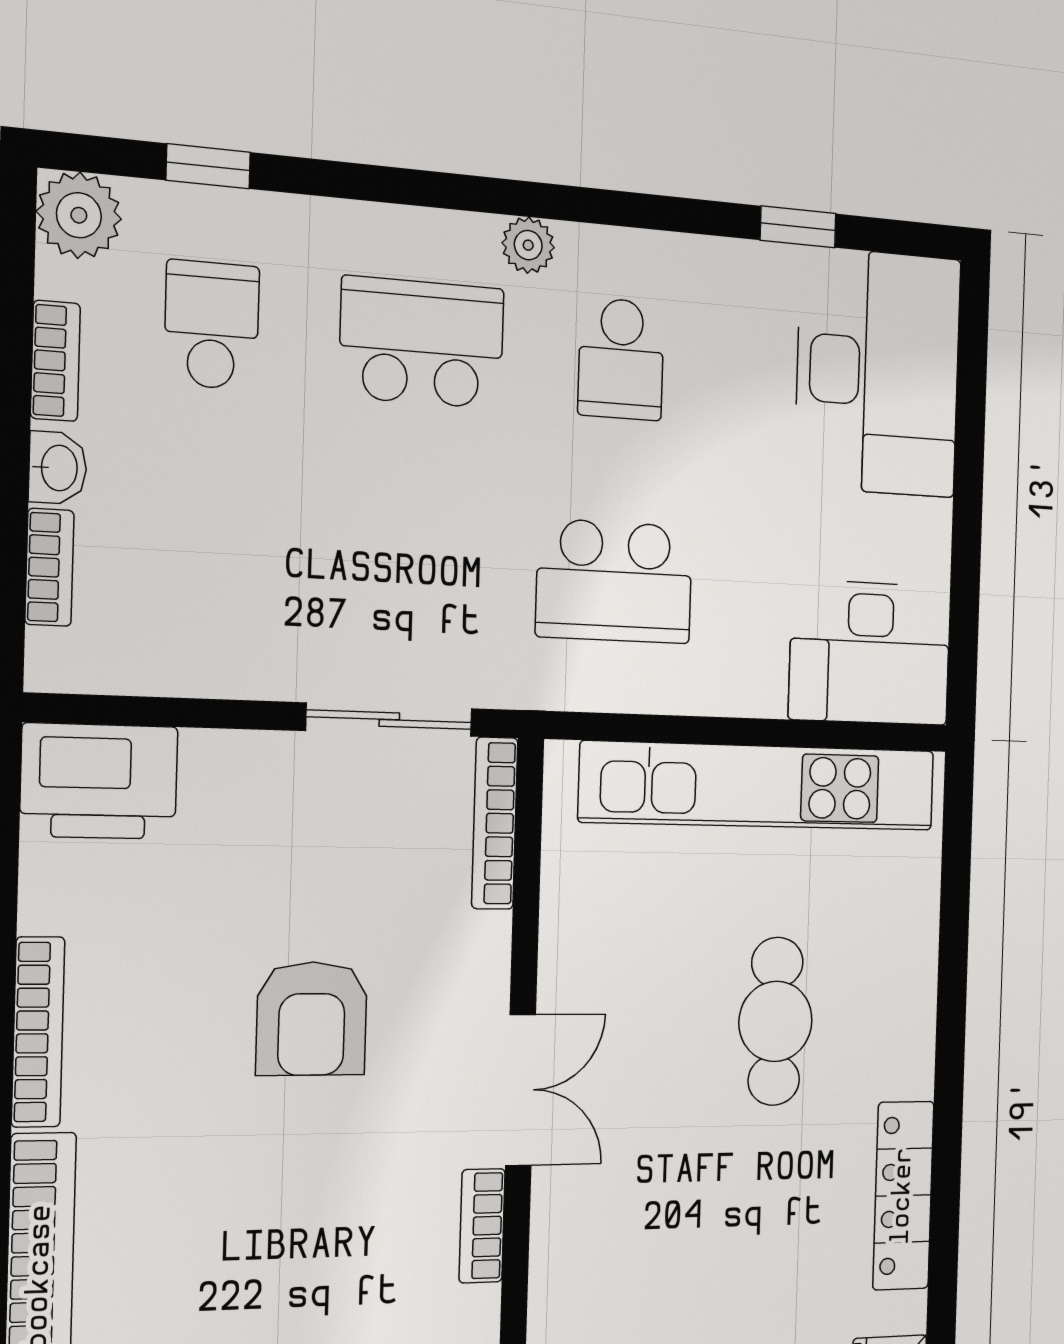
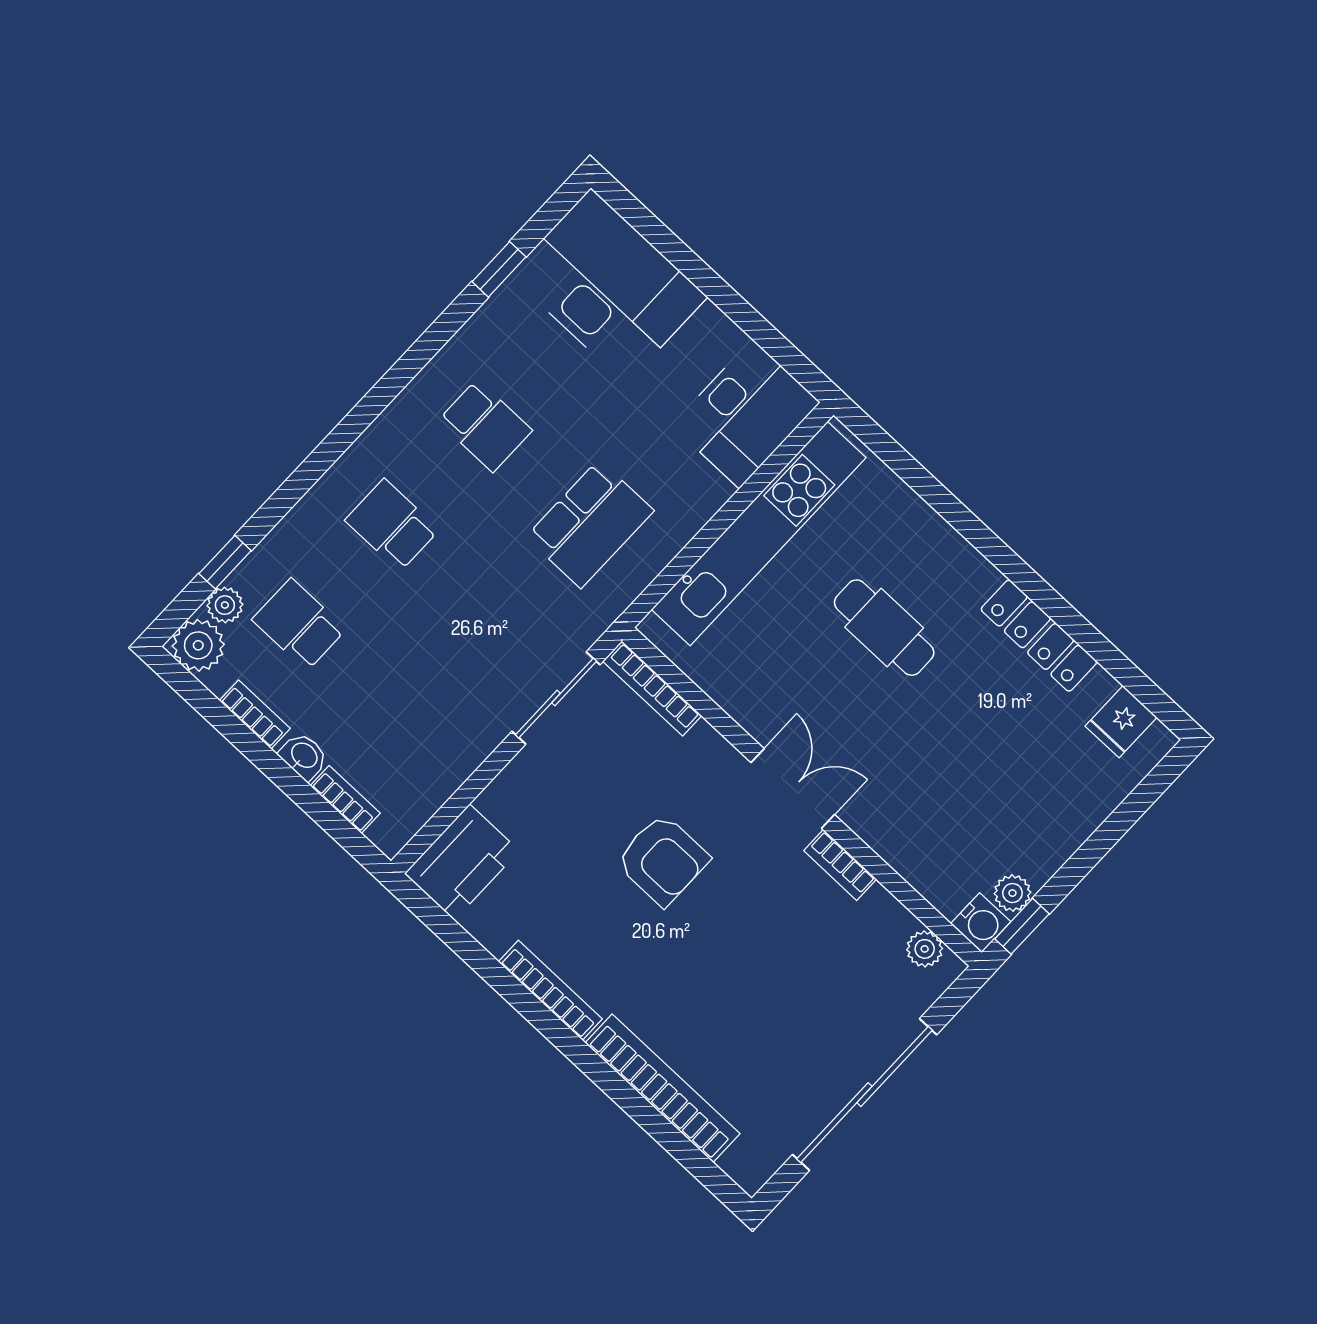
plant: (528, 245) -> (225, 605), moved
school desk: (422, 342) -> (392, 525), width x0.54

